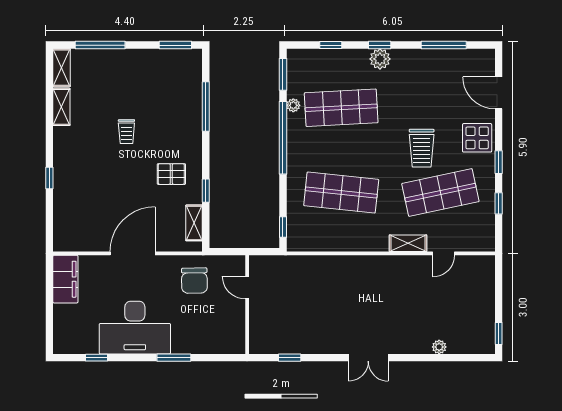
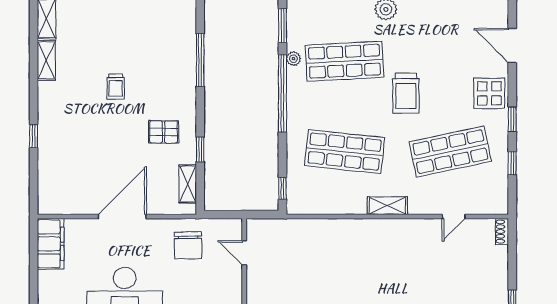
trolley: (422, 148) -> (406, 93), moved
shelving: (408, 243) -> (387, 206), moved
shoe rack: (489, 268) -> (502, 232), added

